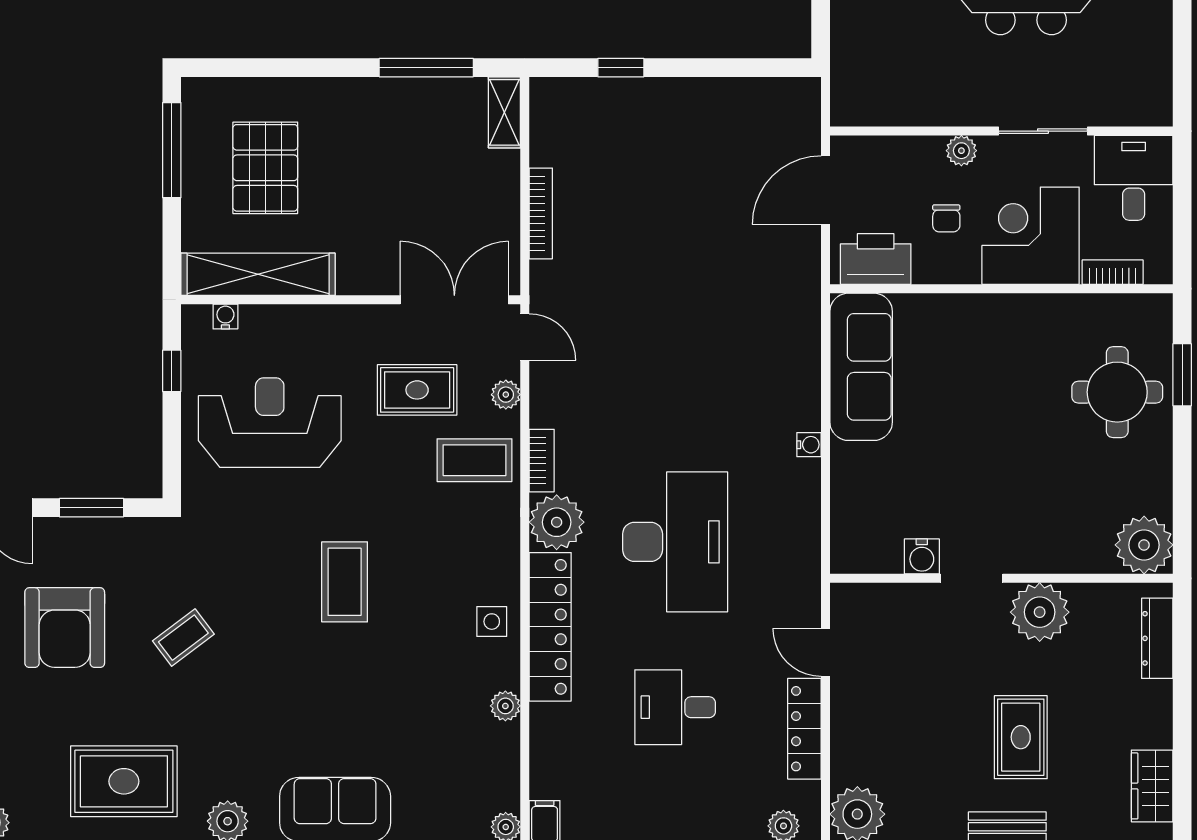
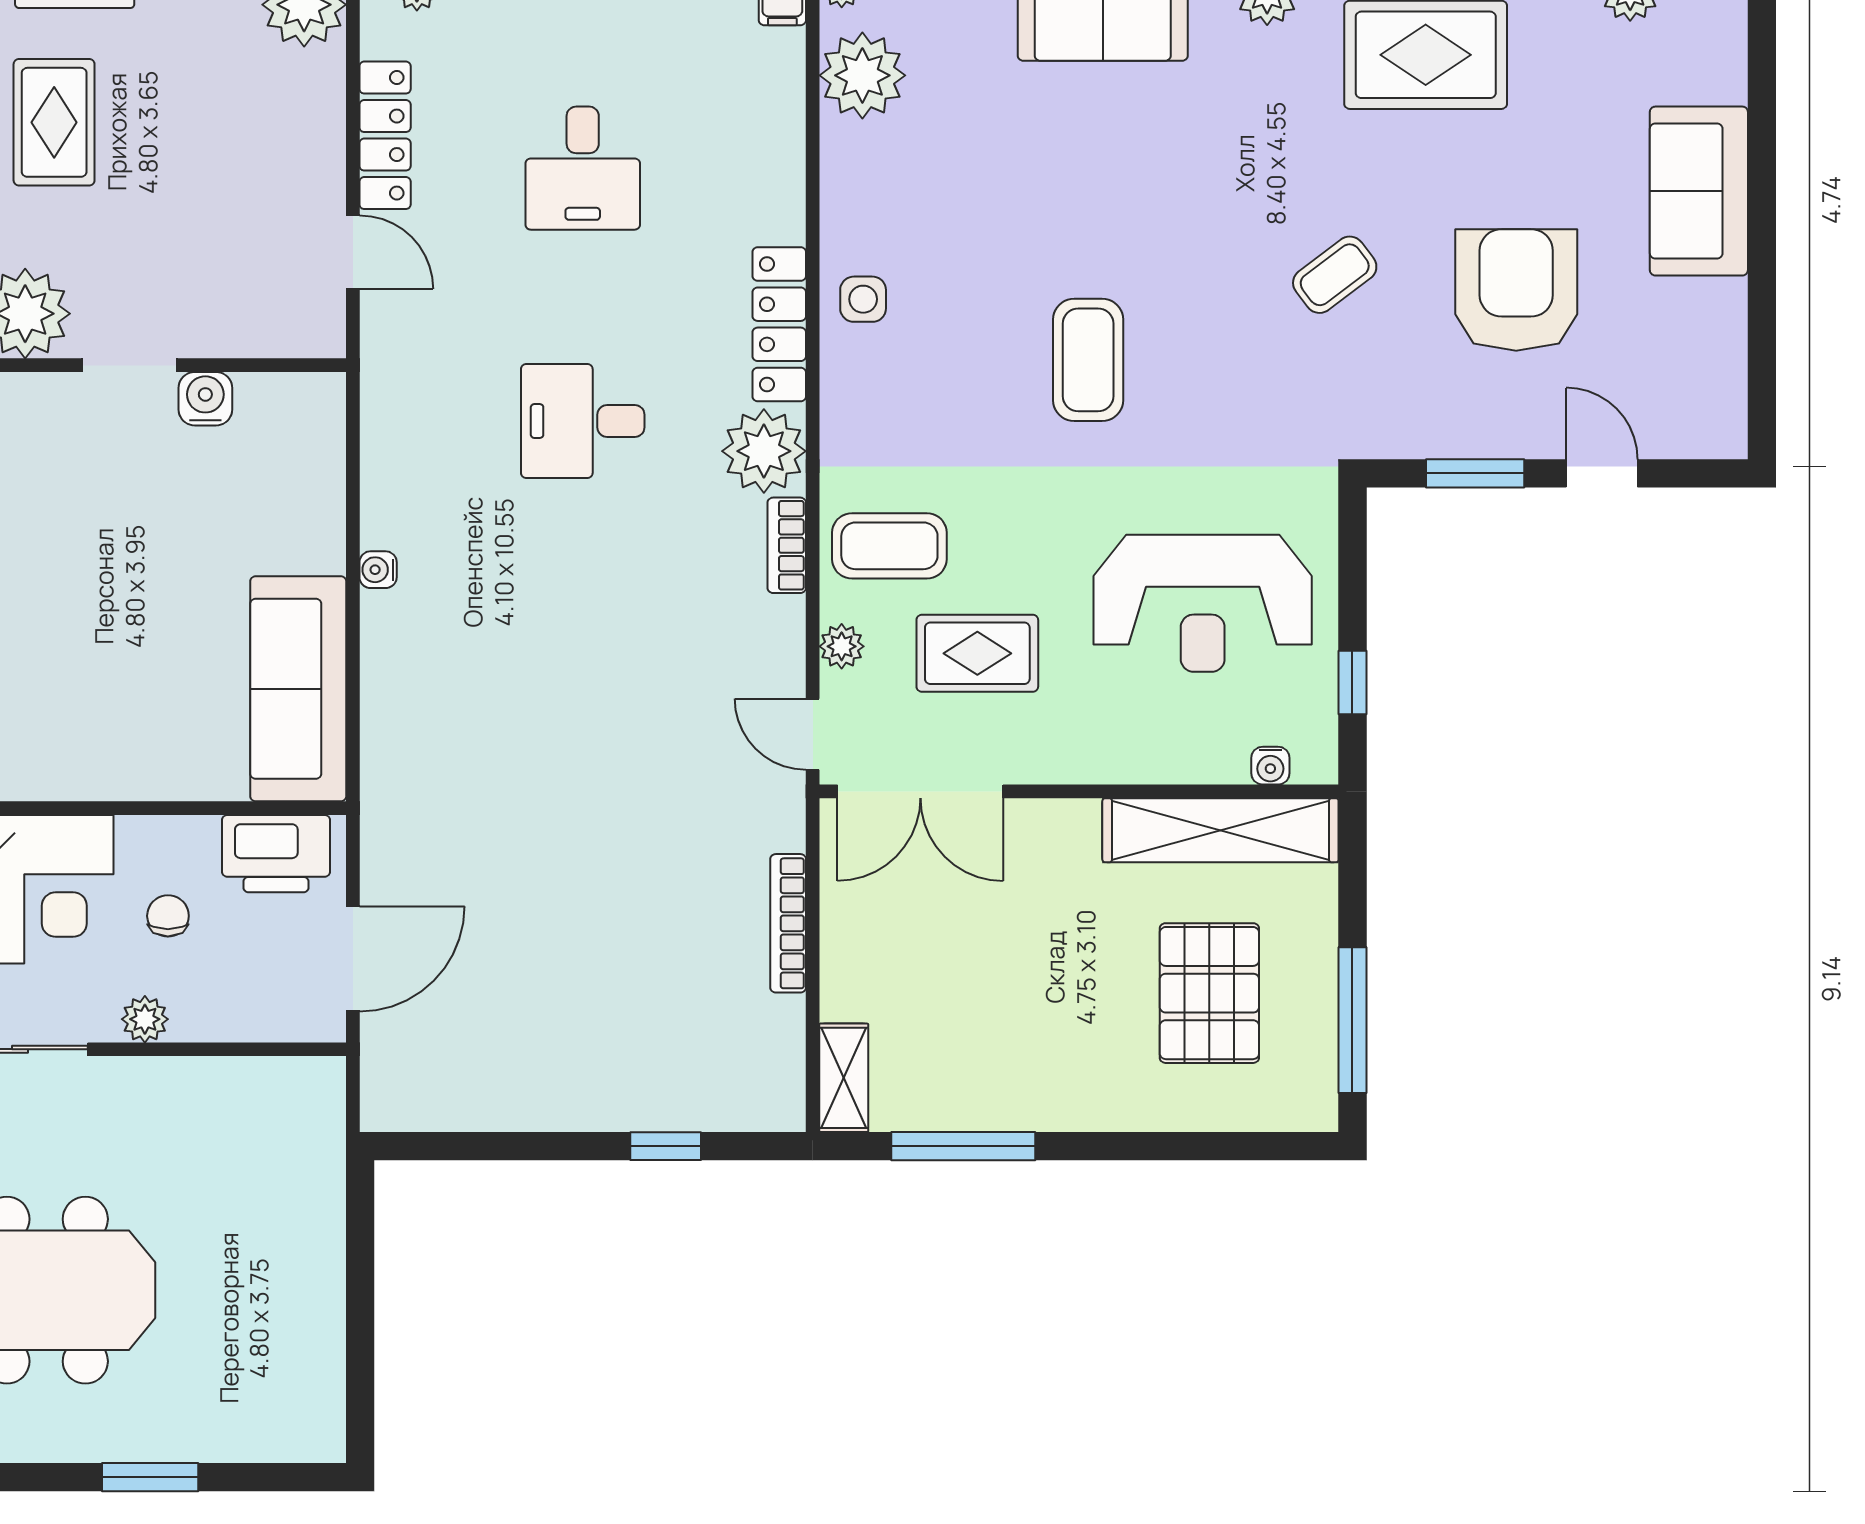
desk: (675, 542) -> (583, 421), width x0.53, depth x0.77
locker: (550, 627) -> (779, 324), width x0.71, depth x0.83
plant: (505, 706) -> (862, 75), moved, width x1.88, depth x1.88
desk: (675, 707) -> (583, 168), turned 90

